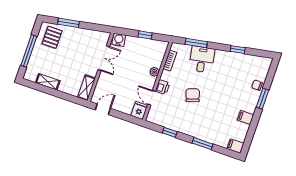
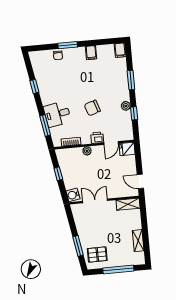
plant: (180, 128) -> (126, 106), added

